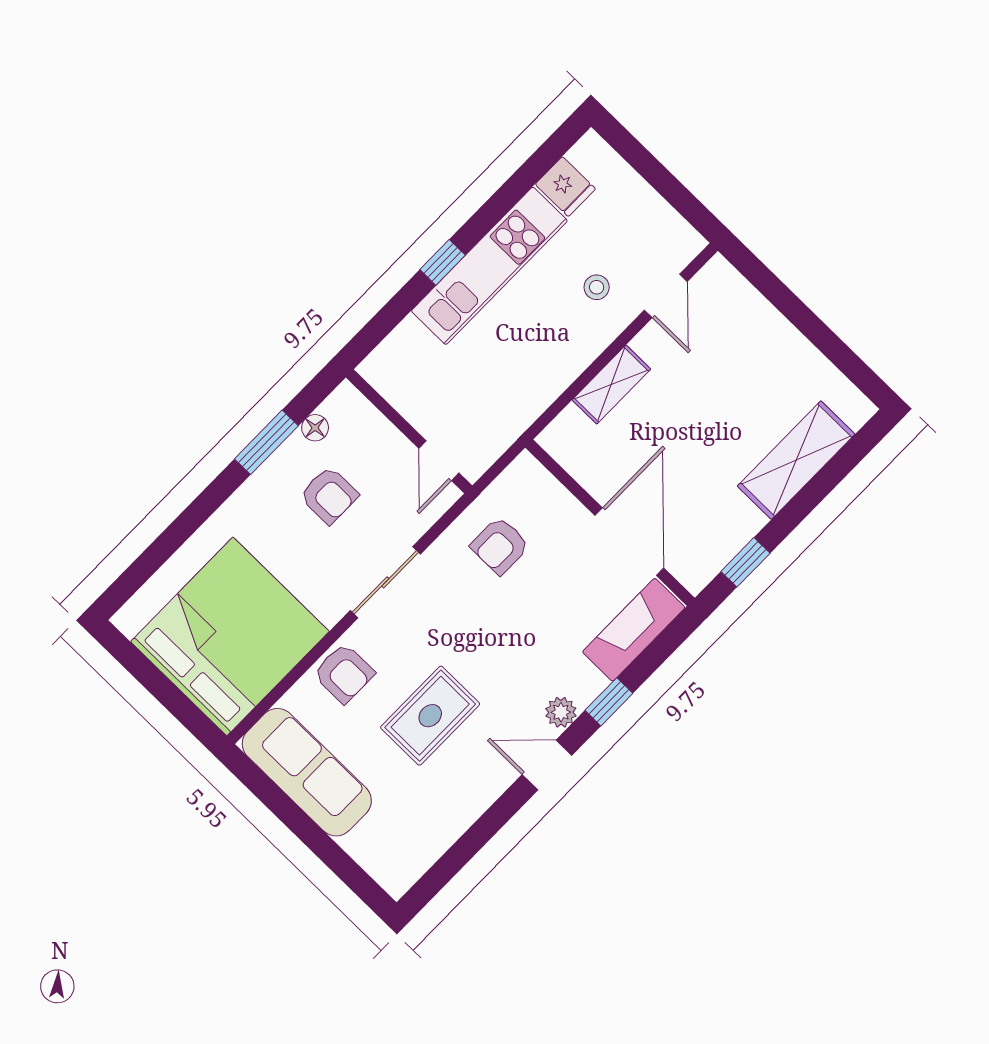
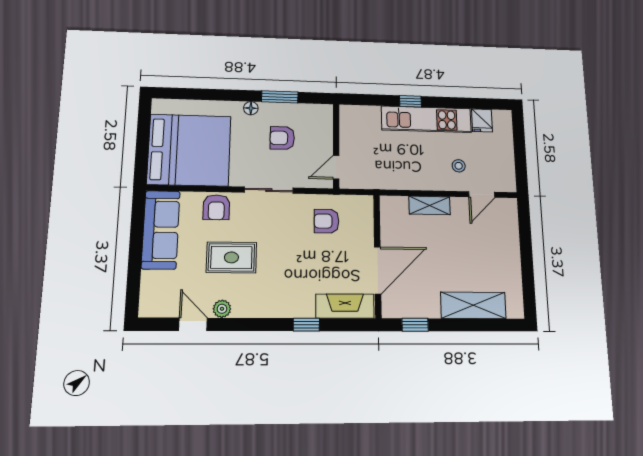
floor lamp: (315, 428) -> (251, 108), moved
armchair: (329, 495) -> (282, 138), turned 90
plant: (561, 712) -> (222, 309), moved
door: (547, 765) -> (193, 324), moved

